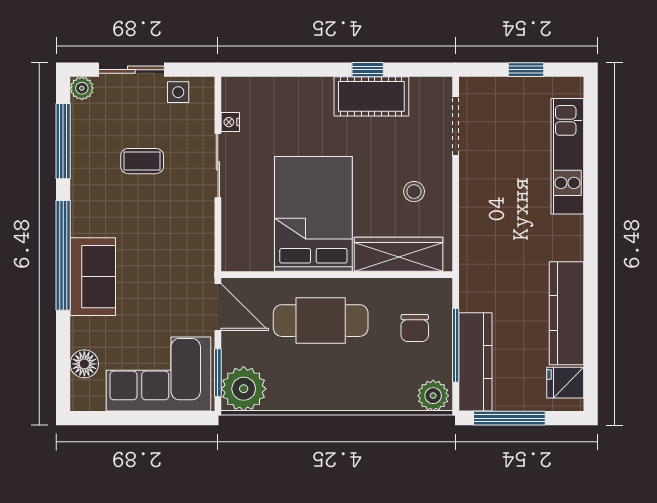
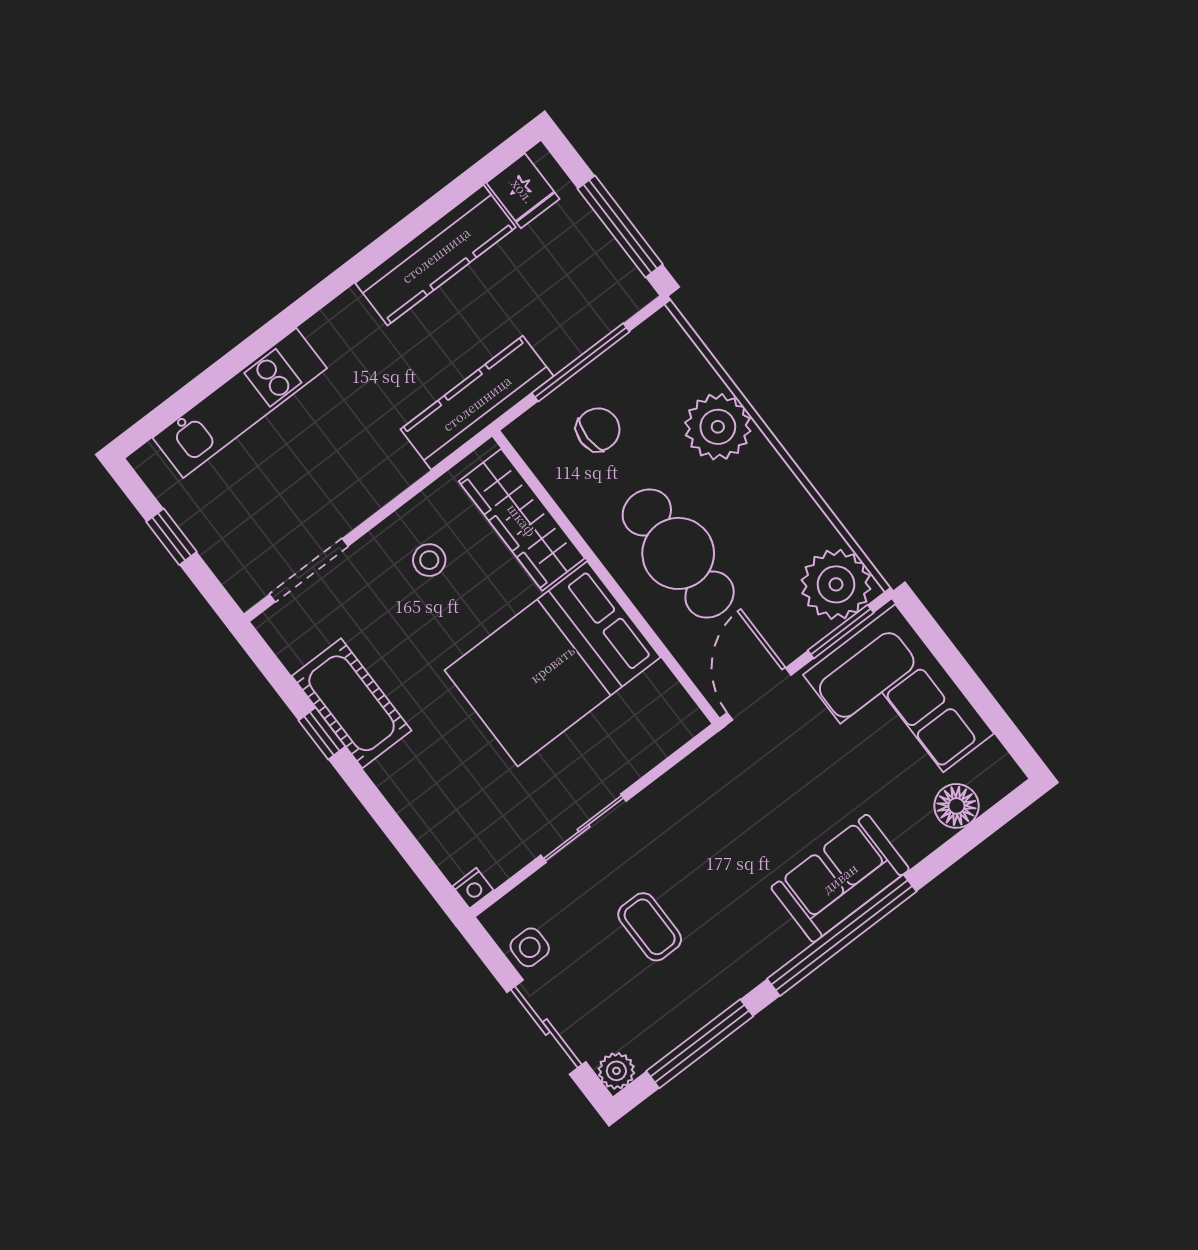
nightstand: (230, 122) -> (473, 888), moved
kitchen counter: (475, 362) -> (477, 403), moved
plant: (433, 396) -> (718, 427), moved, width x1.36, depth x1.36

